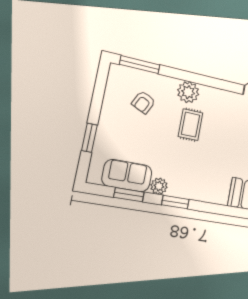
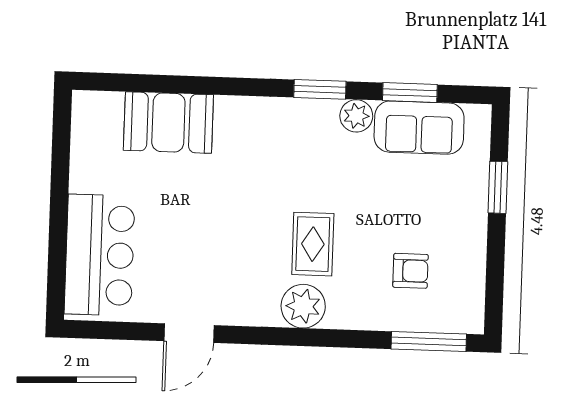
plant: (188, 92) -> (303, 306), moved
armchair: (143, 102) -> (410, 271), turned 65

